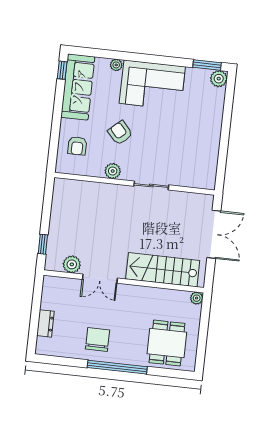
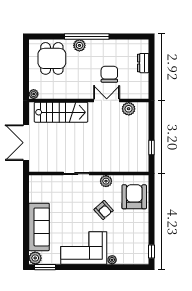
sofa: (78, 87) -> (39, 227), moved, turned 180
armchair: (77, 146) -> (134, 197), width x1.88, depth x1.88
window: (43, 244) -> (152, 147), moved
chair: (97, 339) -> (109, 74), moved, turned 180
plant: (128, 356) -> (79, 45), added

